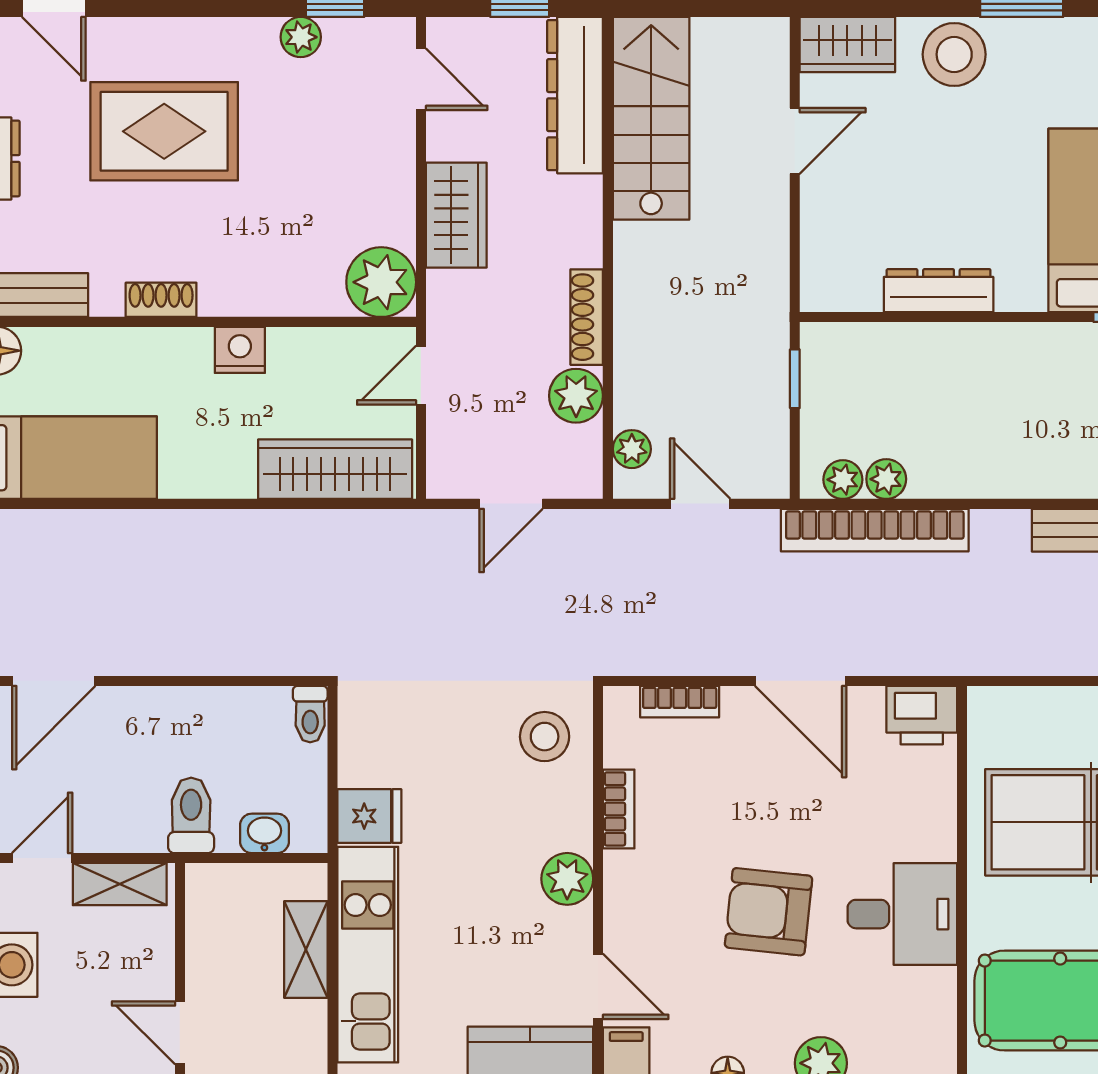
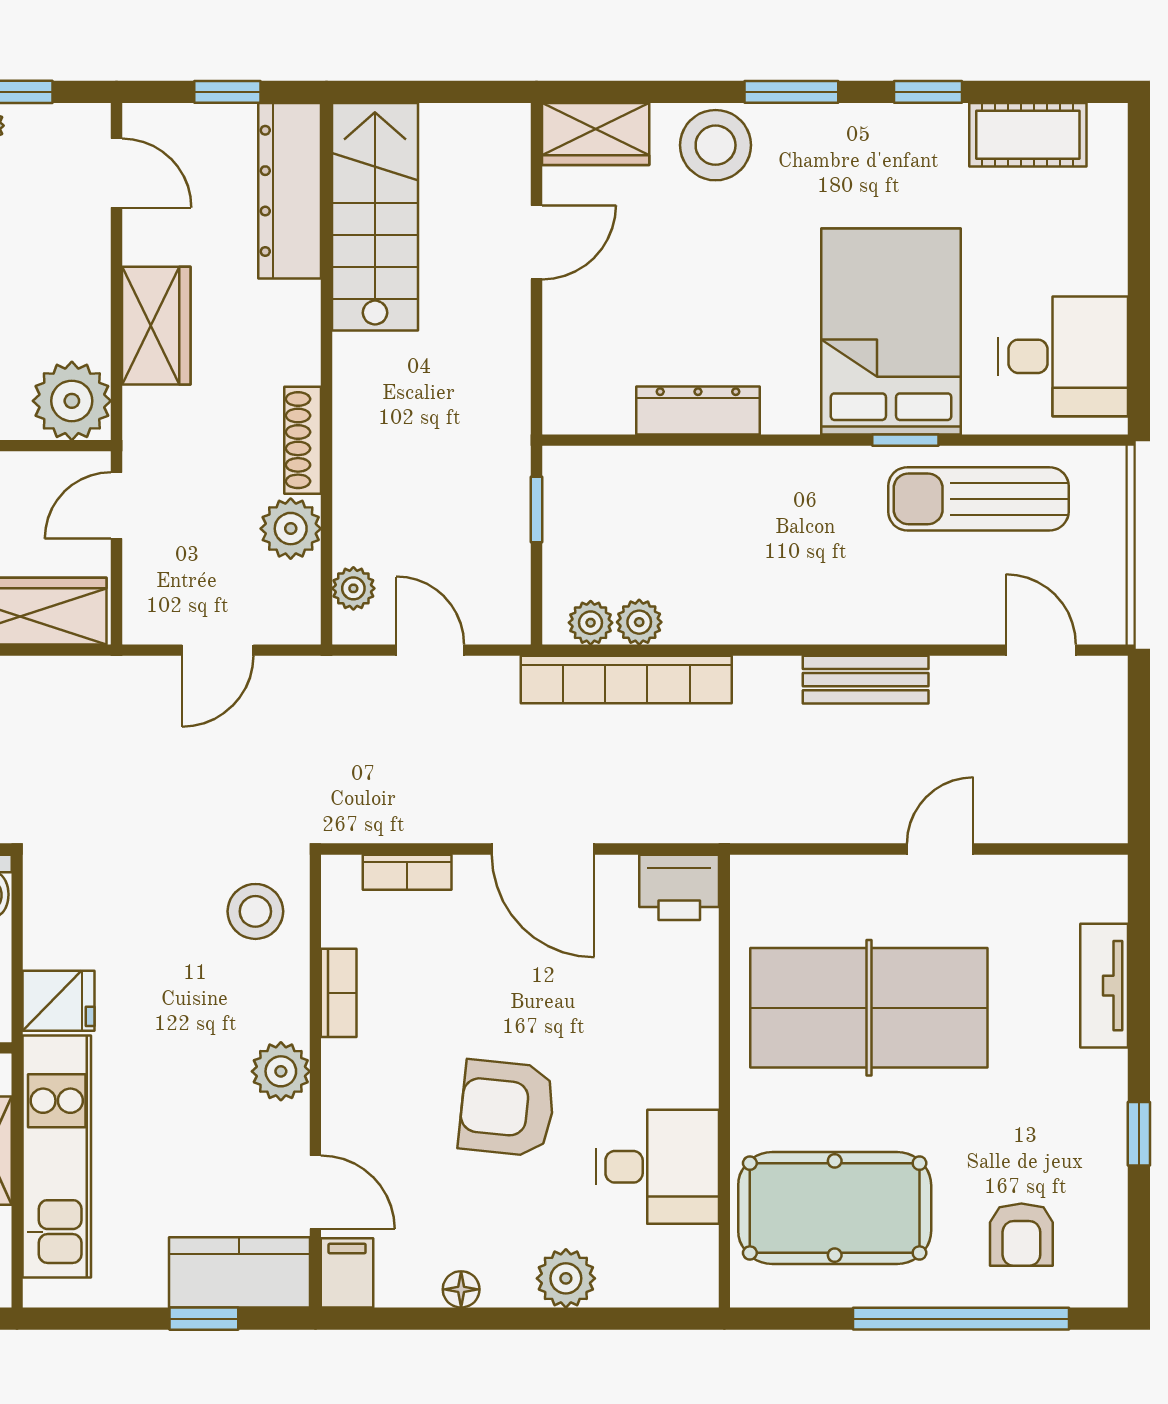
desk: (902, 914) -> (657, 1167), moved

